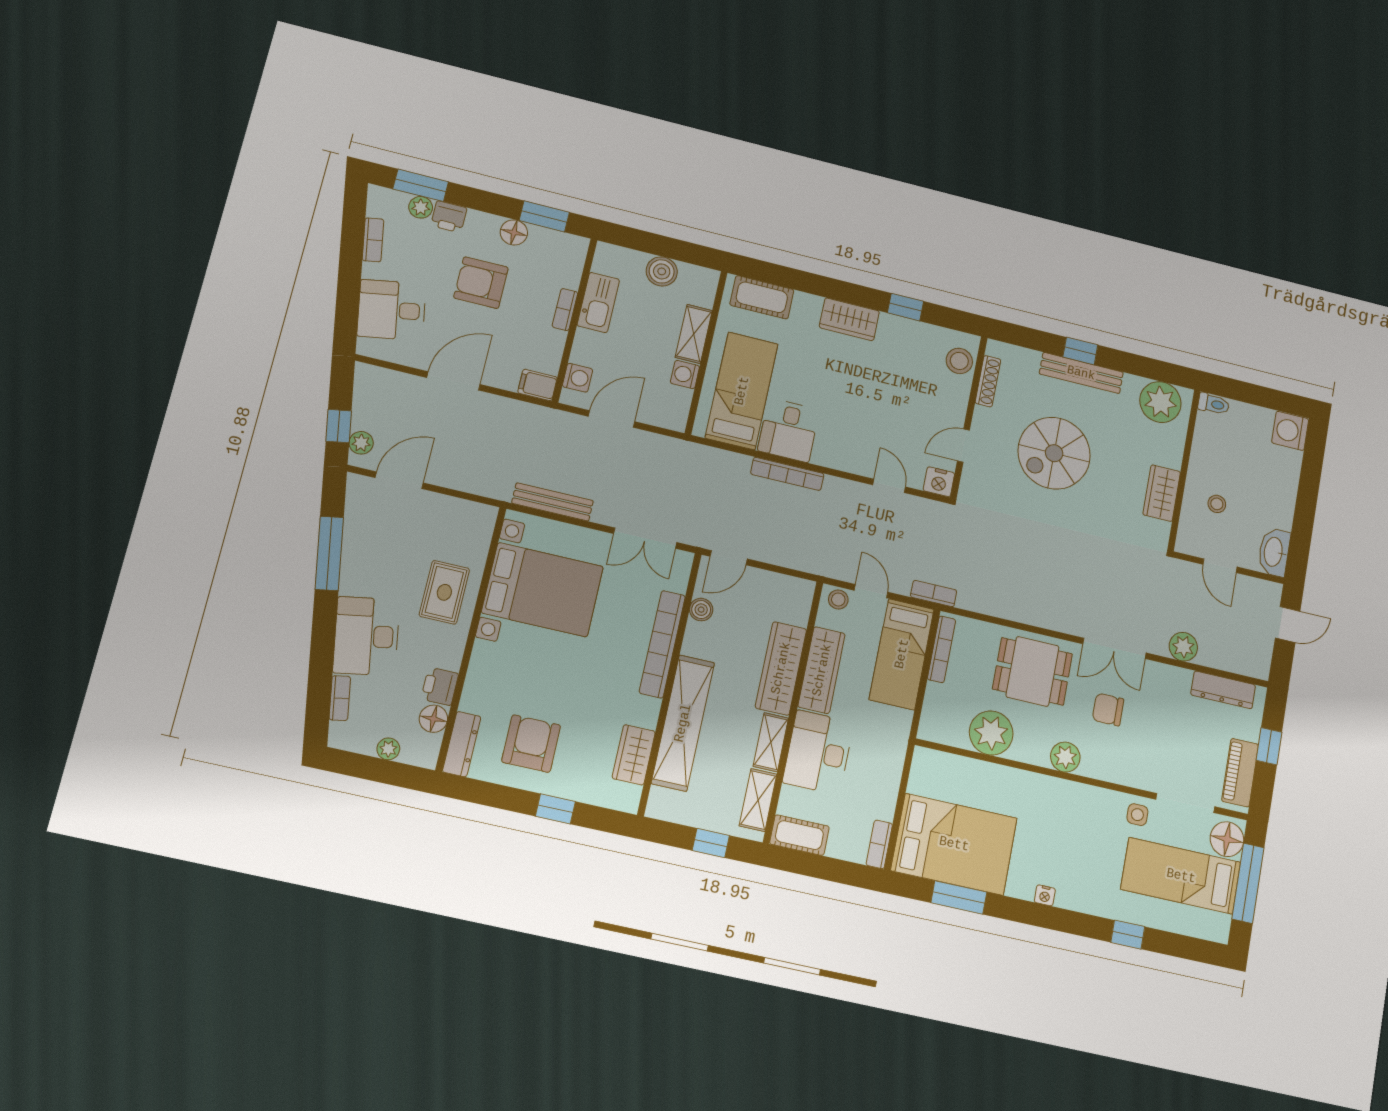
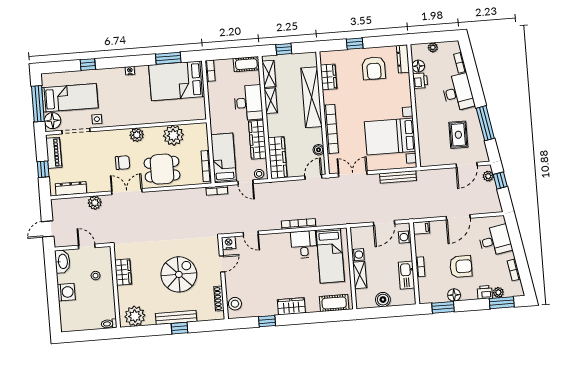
washing machine: (1290, 431) -> (66, 292), moved
rug: (444, 592) -> (458, 135), moved
wardrobe: (781, 668) -> (277, 158), moved

